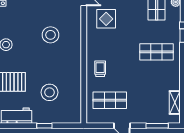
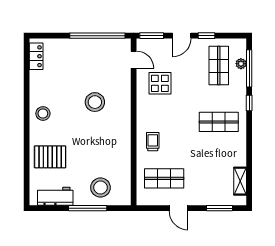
stool: (50, 92) -> (100, 188), moved
window: (44, 126) -> (88, 208), width x2.17

